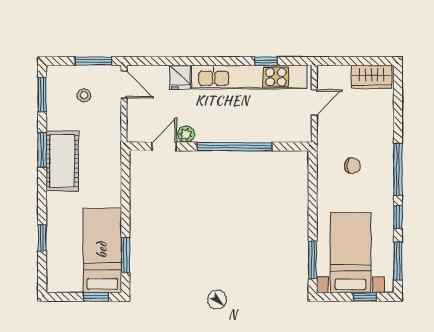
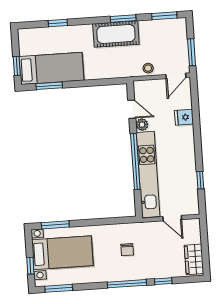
kitchen unit: (249, 77) -> (148, 175), moved, turned 180
stool: (84, 95) -> (148, 68), moved
window: (398, 217) -> (163, 281), moved

